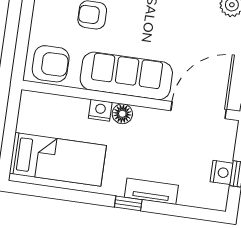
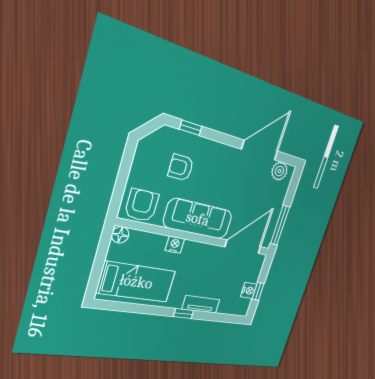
armchair: (51, 64) -> (142, 205), turned -90
floor lamp: (122, 114) -> (120, 235), moved

